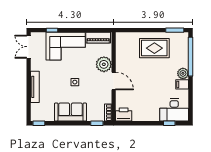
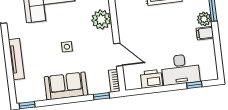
door: (114, 81) -> (118, 55), moved
desk: (174, 110) -> (180, 69), moved
printer: (124, 115) -> (151, 79), moved

